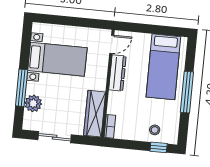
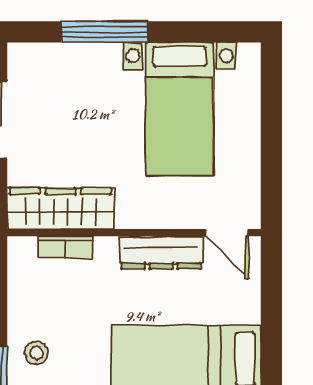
plant: (33, 103) -> (71, 63), removed
bookcase: (110, 126) -> (65, 247), moved

